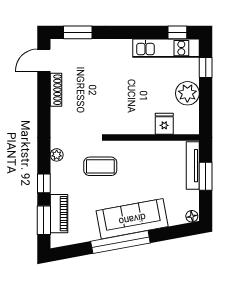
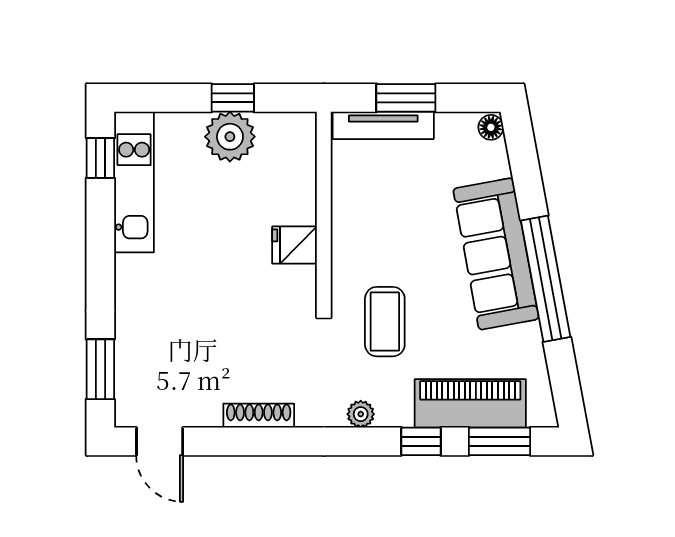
window: (206, 67) -> (233, 98), moved
shoe rack: (56, 90) -> (259, 416), moved
fridge: (164, 124) -> (294, 245), moved
piano: (59, 214) -> (470, 403), width x1.37, depth x1.33

